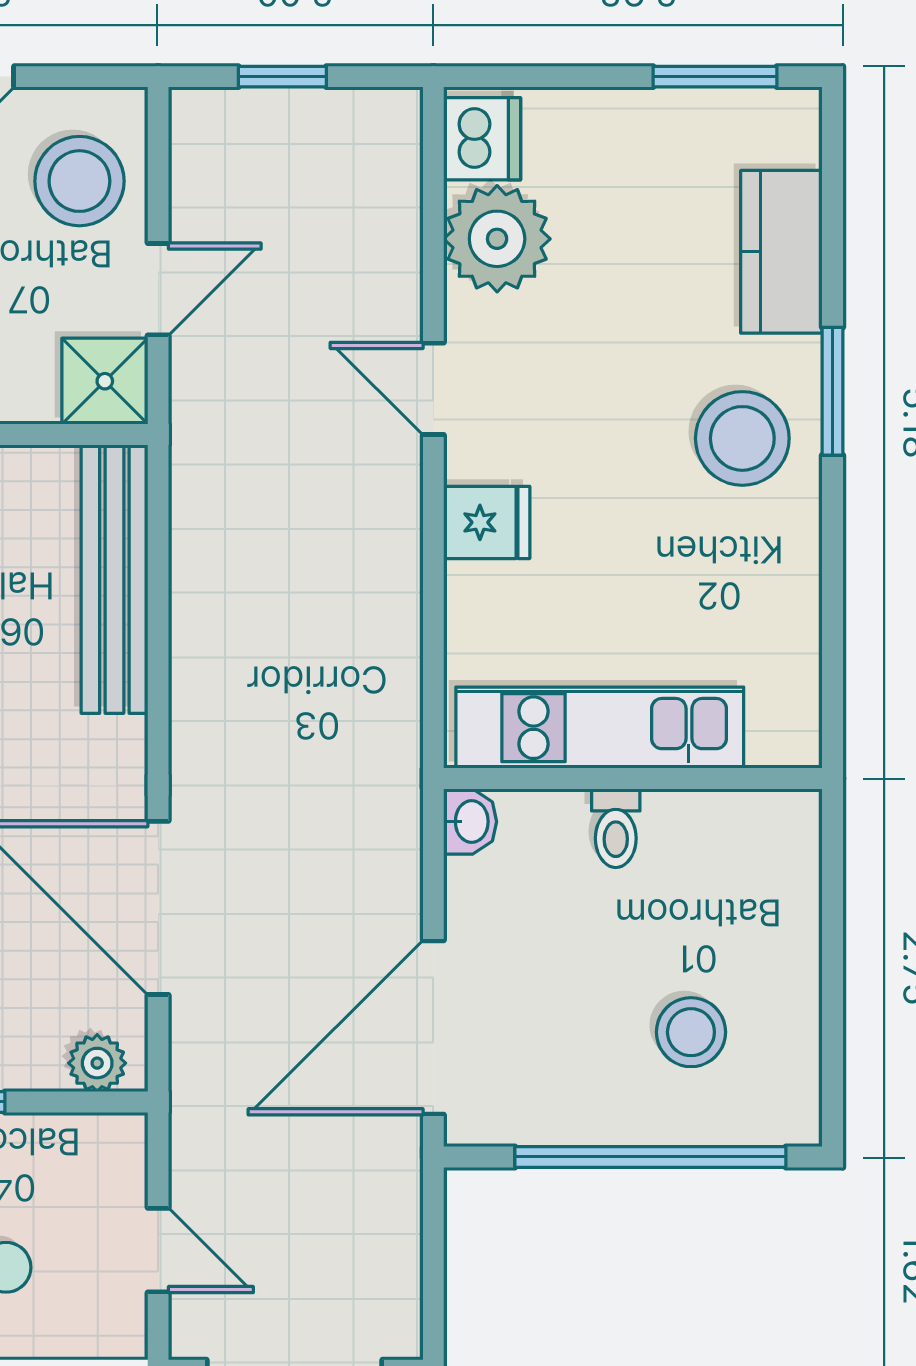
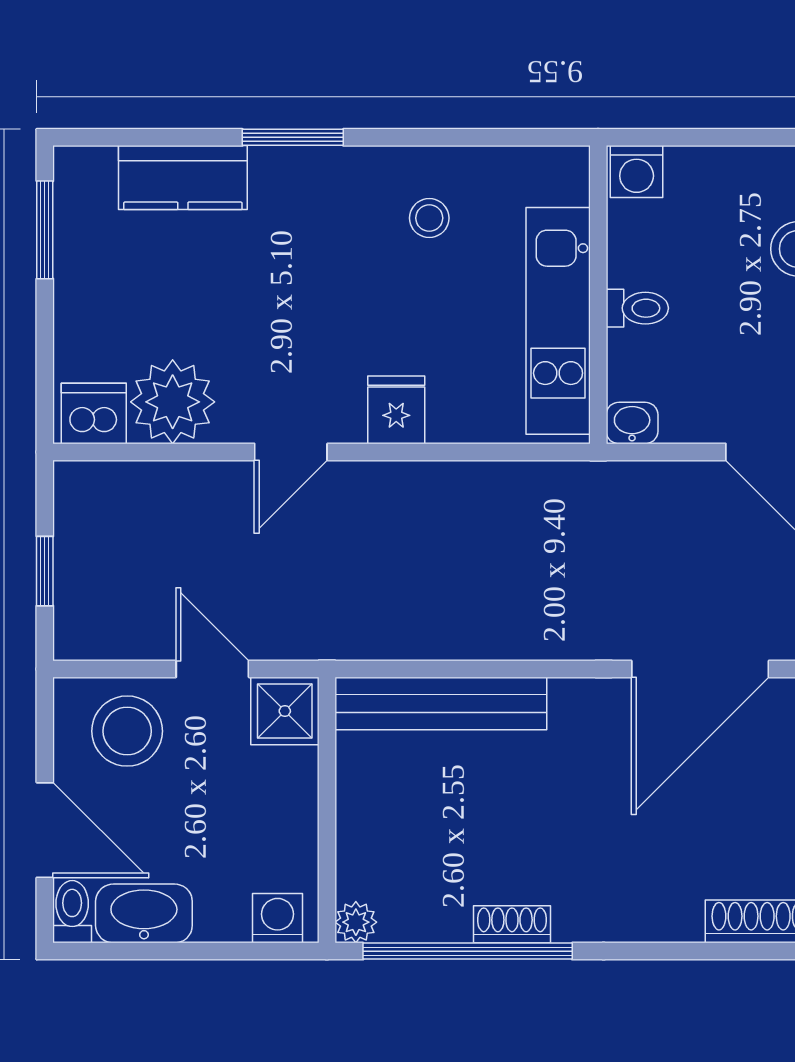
stool: (742, 438) -> (429, 218), moved, width x0.53, depth x0.53
washing machine: (789, 827) -> (637, 172), added

